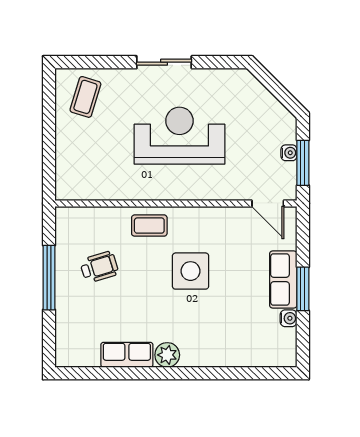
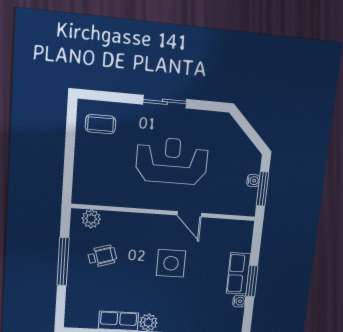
coffee table: (85, 97) -> (101, 124), turned 73
door: (268, 203) -> (189, 214), moved
plant: (82, 218) -> (91, 219), added
coffee table: (149, 226) -> (143, 228), removed

